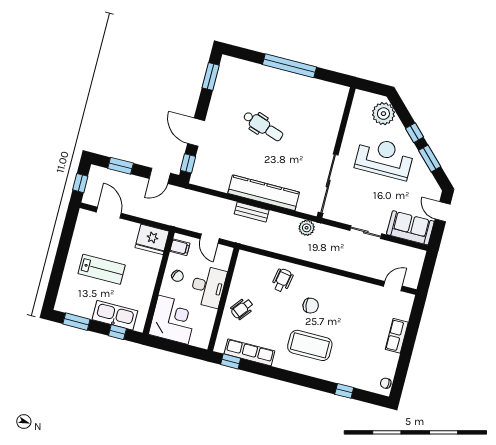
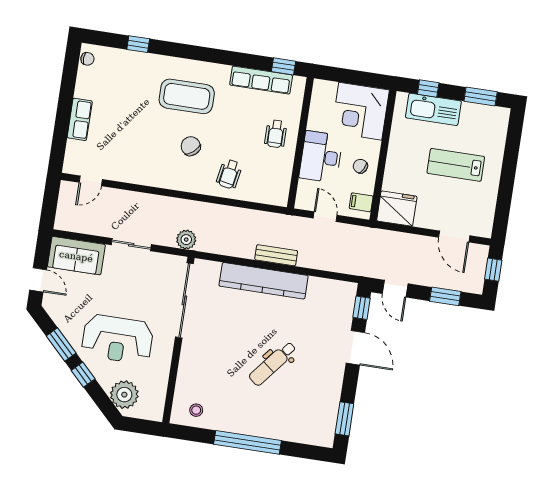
stool: (328, 95) -> (196, 410), added
dental chair: (263, 126) -> (273, 364), turned -69
door: (160, 176) -> (395, 289), swing flipped
plant: (307, 228) -> (186, 240), moved
chair: (311, 306) -> (191, 146), turned 57
wheelchair: (242, 308) -> (276, 134), turned 142

